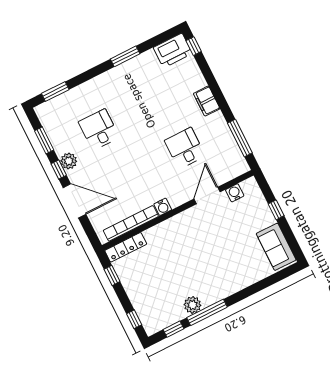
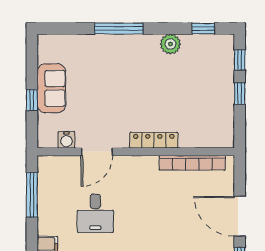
water cooler: (163, 207) -> (150, 163), removed
locker: (126, 247) -> (154, 140), moved
sofa: (276, 247) -> (51, 88), moved
window: (112, 275) -> (240, 94), moved
window: (207, 312) -> (119, 29), moved

